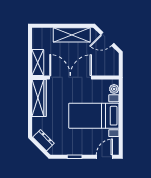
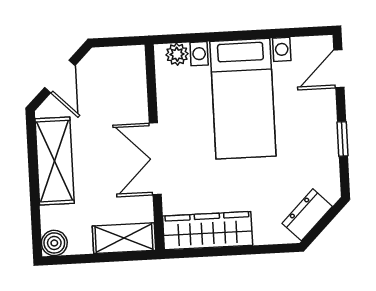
boiler: (37, 33) -> (54, 243), added
double door: (70, 77) -> (155, 159), width x0.73
door: (104, 157) -> (339, 69), hinge flipped

